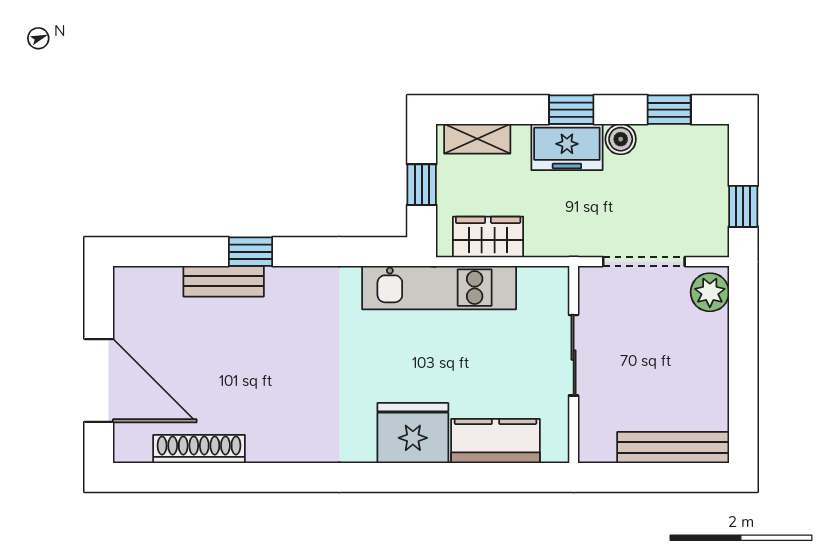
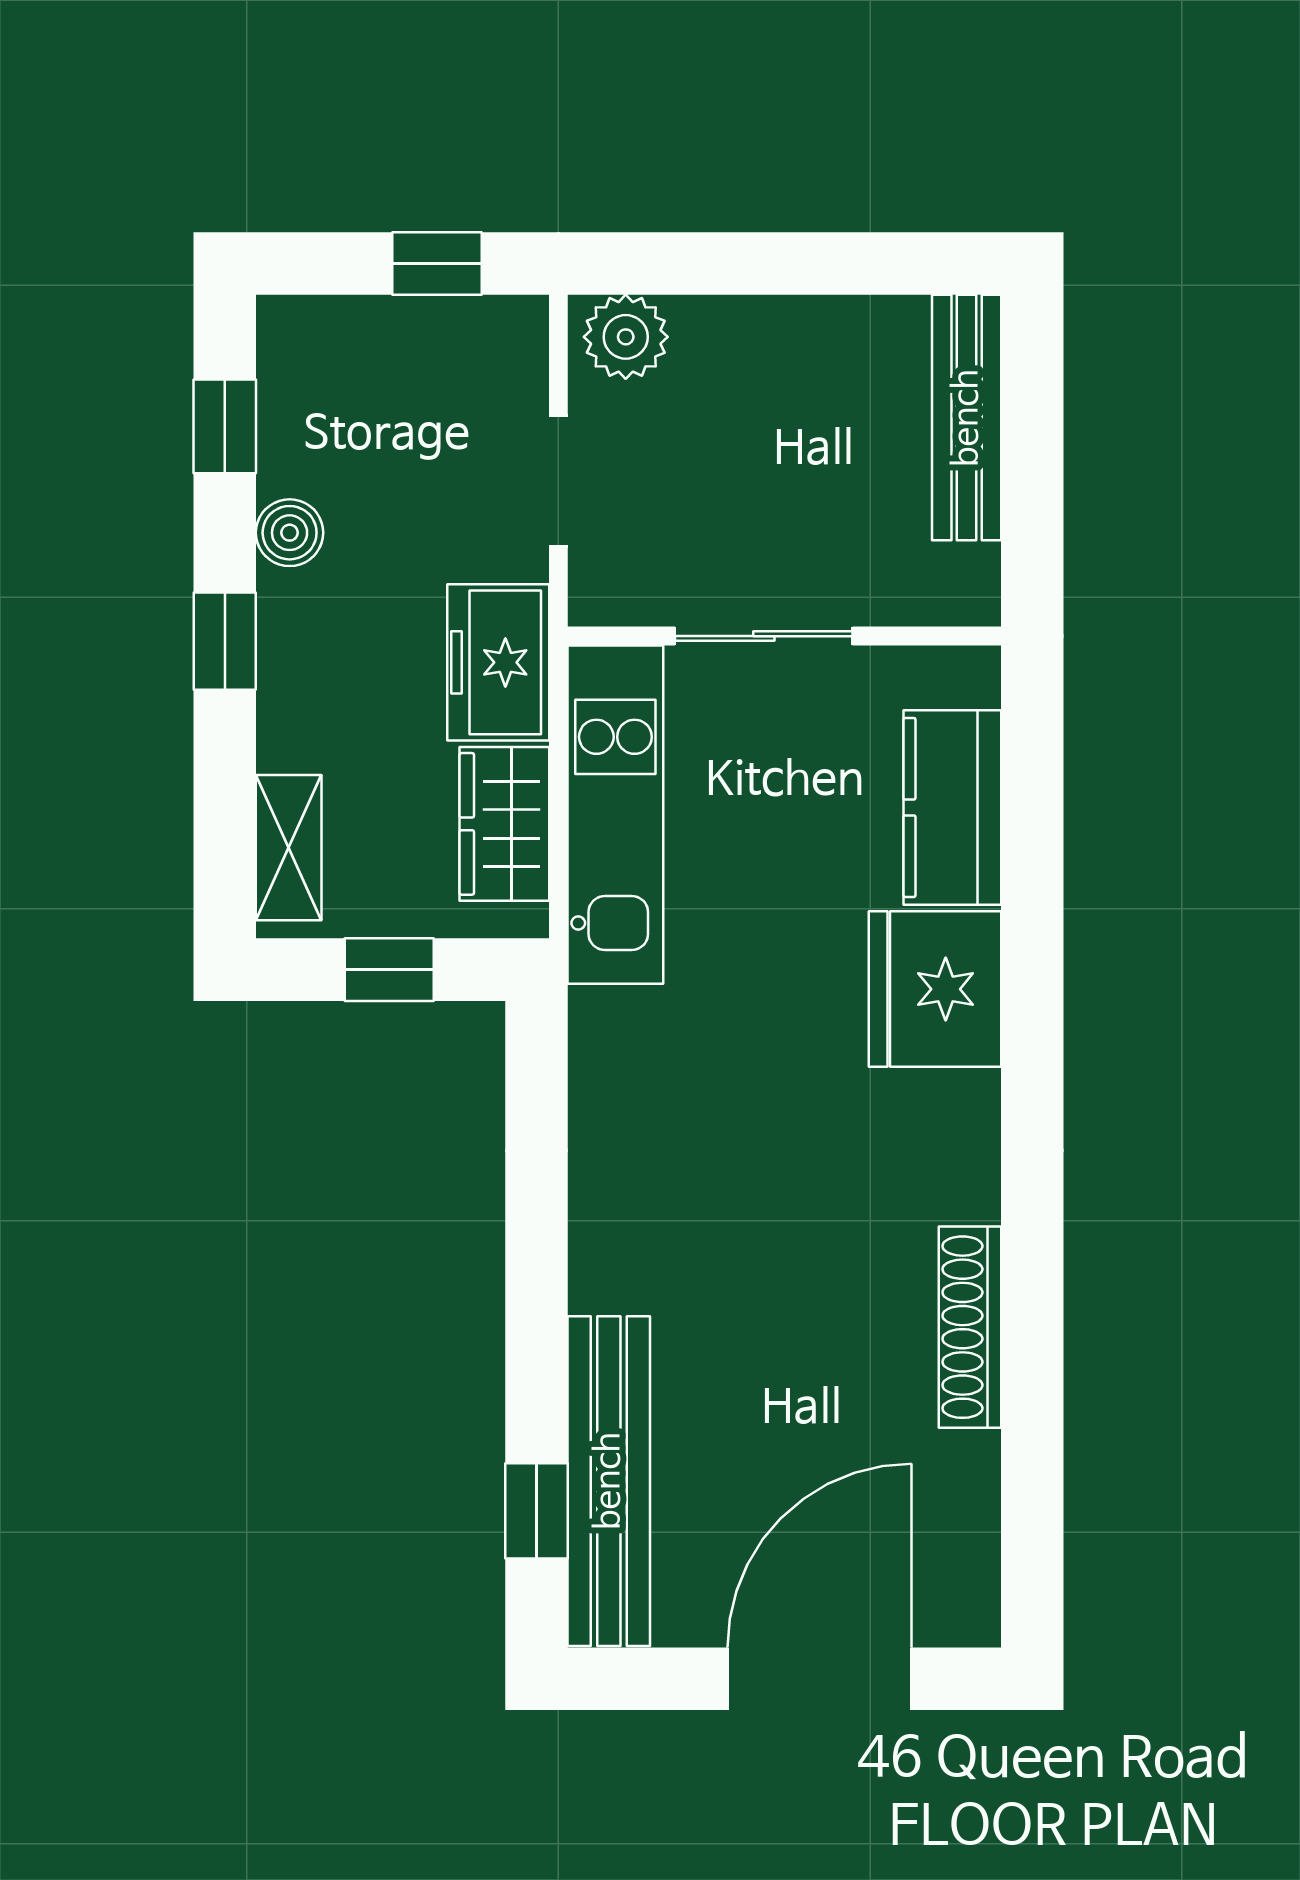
freezer: (567, 147) -> (498, 662), moved, turned 180
window: (251, 252) -> (537, 1511), moved
doorway: (644, 262) -> (558, 481), width x0.73
bench: (224, 281) -> (609, 1481), width x1.86, depth x1.21
kitchen unit: (439, 288) -> (615, 815), moved
shoe rack: (199, 449) -> (970, 1327), moved

